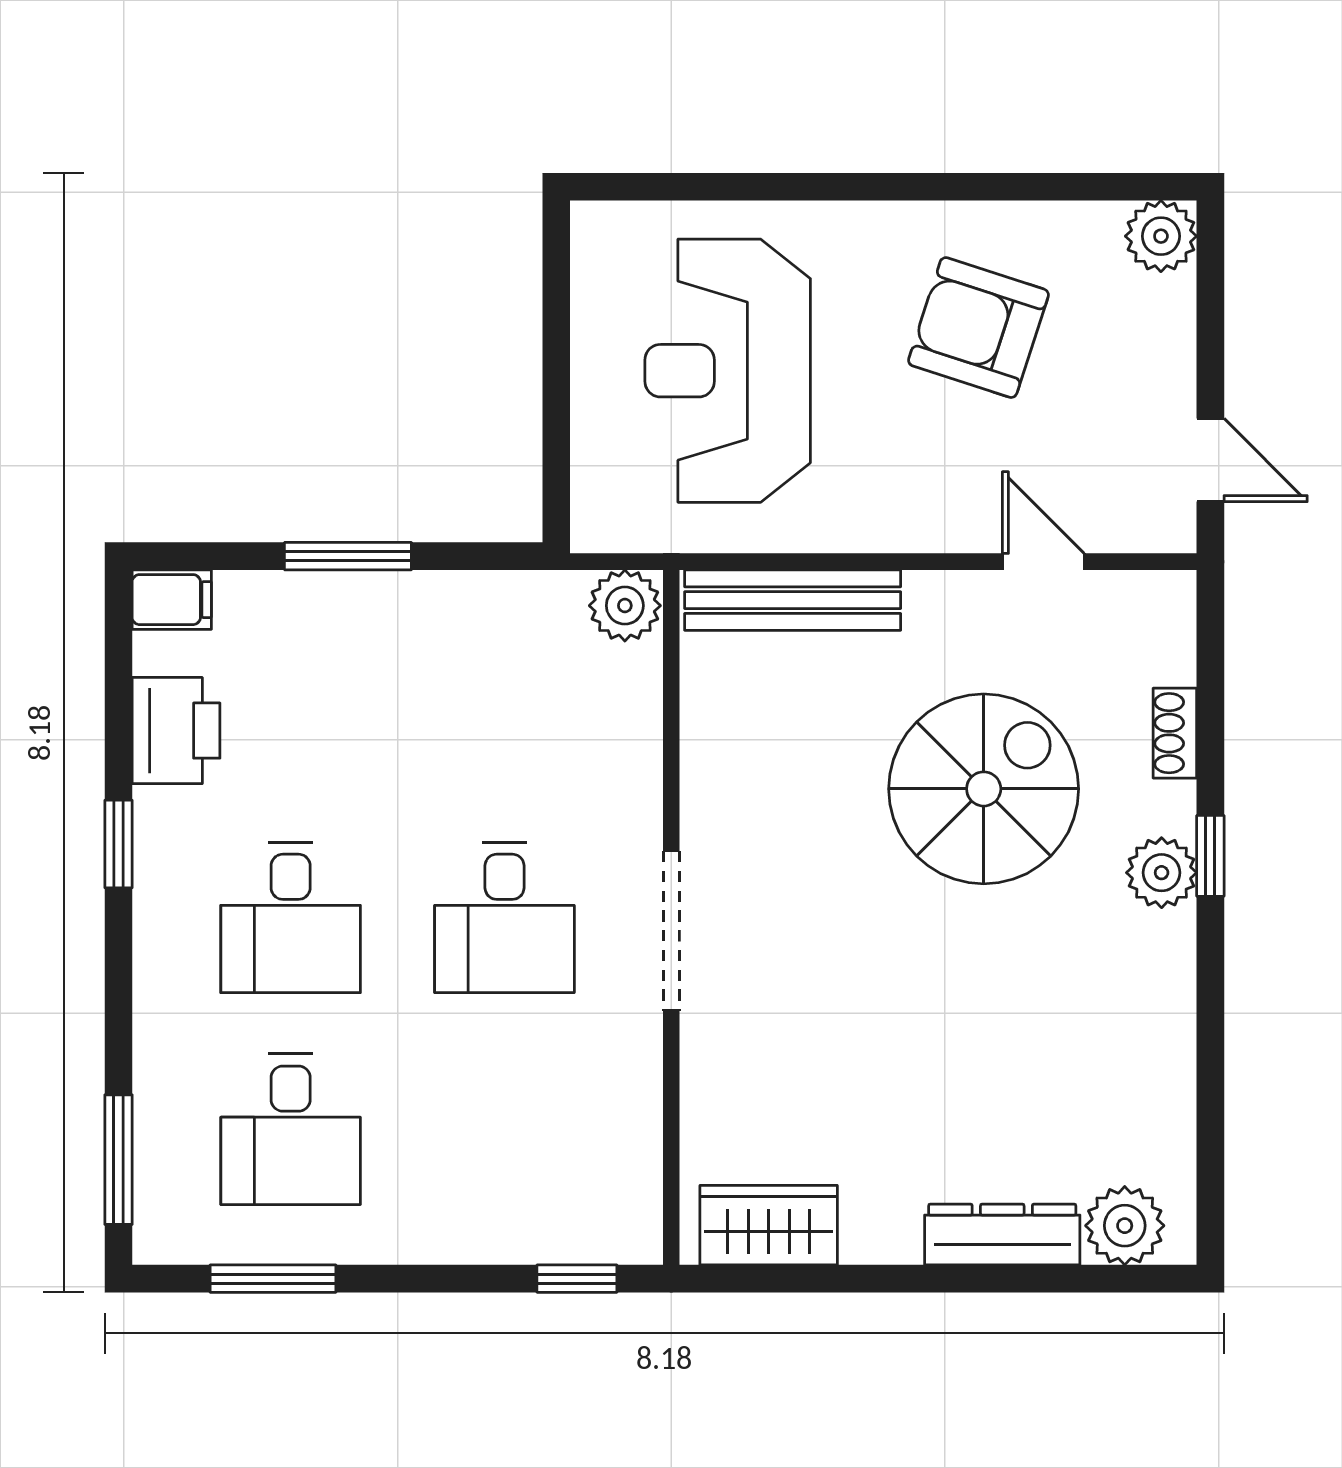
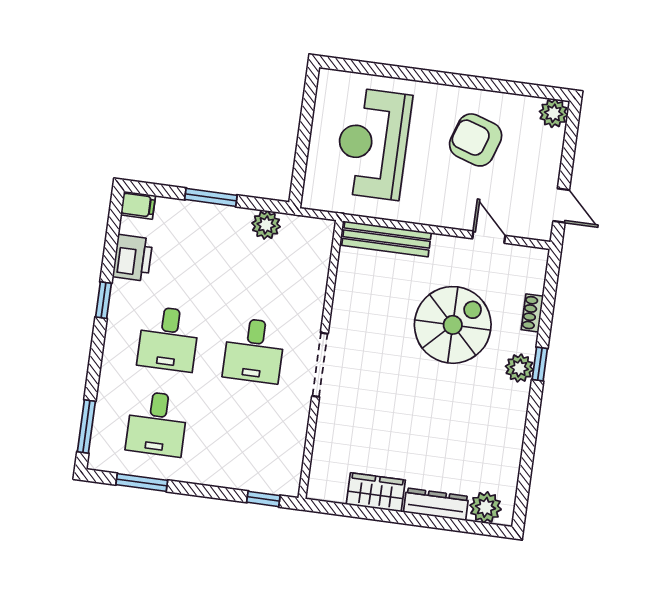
plant: (625, 606) -> (266, 225), moved
wardrobe: (769, 1225) -> (376, 492), moved

